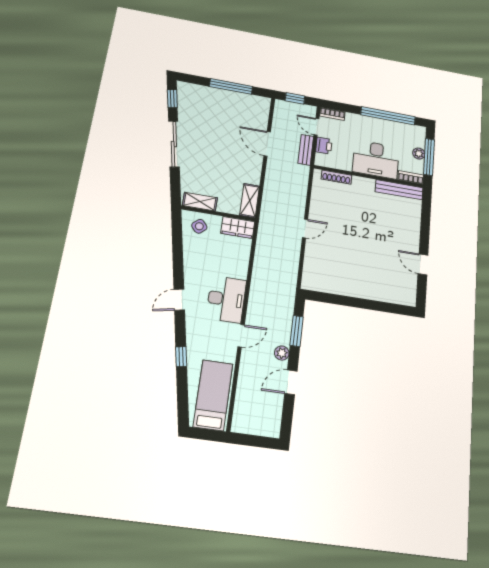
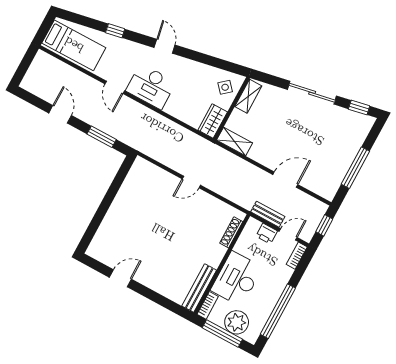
plant: (419, 154) -> (237, 322), width x1.88, depth x1.88
door: (305, 228) -> (191, 182), hinge flipped
plant: (282, 353) -> (87, 116), removed

